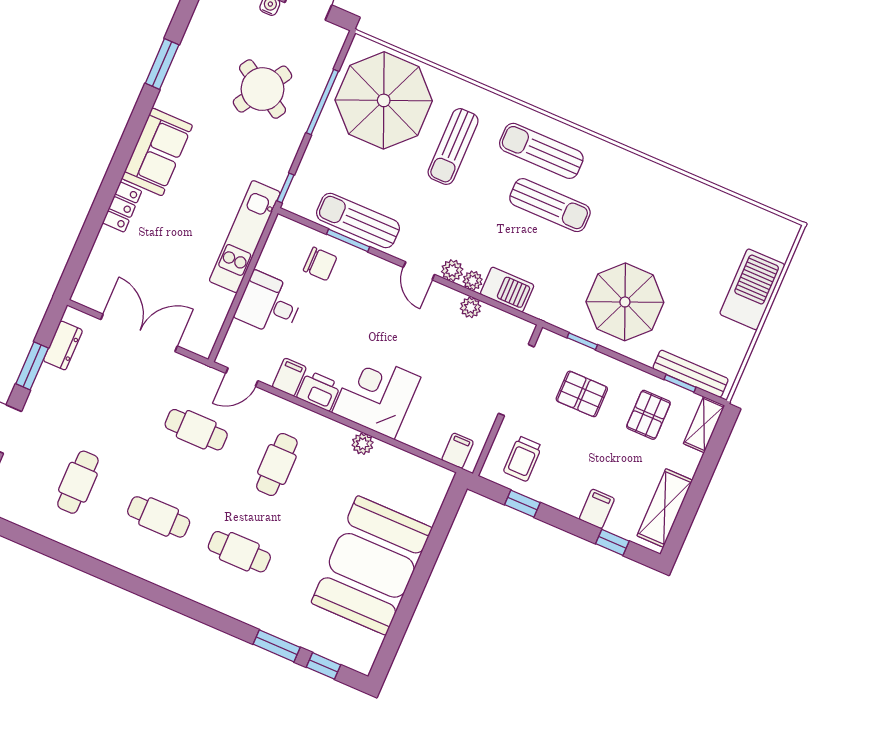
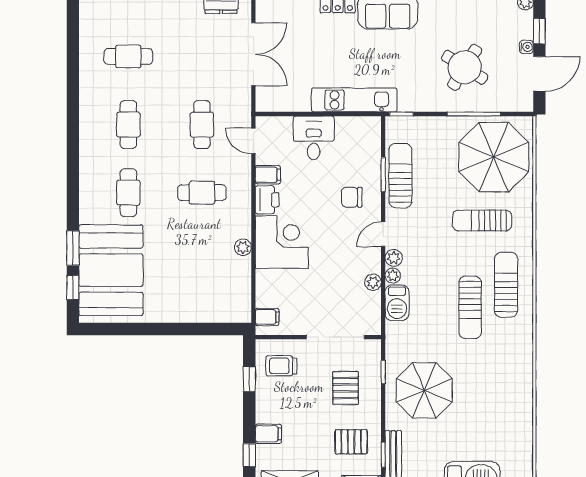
chair: (320, 264) -> (352, 197), moved, turned 90
booth: (372, 565) -> (111, 270), moved, turned 90

